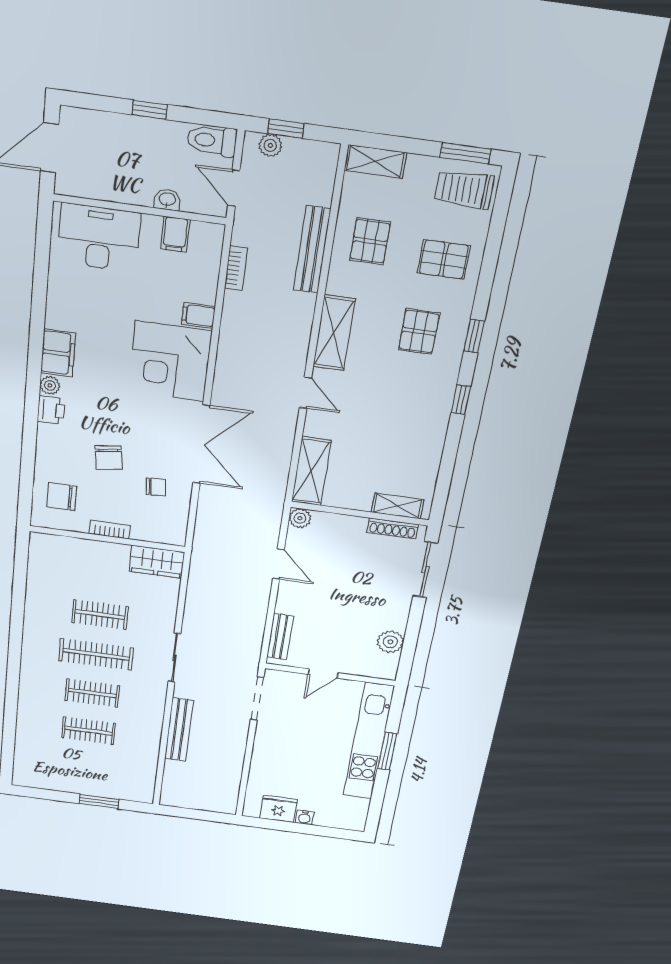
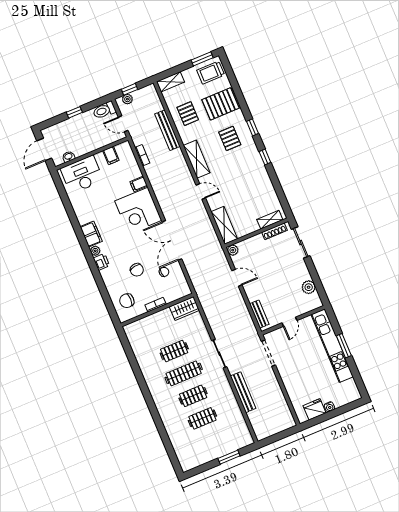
washbasin: (167, 200) -> (68, 157), moved
pallet: (444, 259) -> (221, 104), width x1.50, depth x1.42
double door: (201, 444) -> (172, 240), swing flipped

